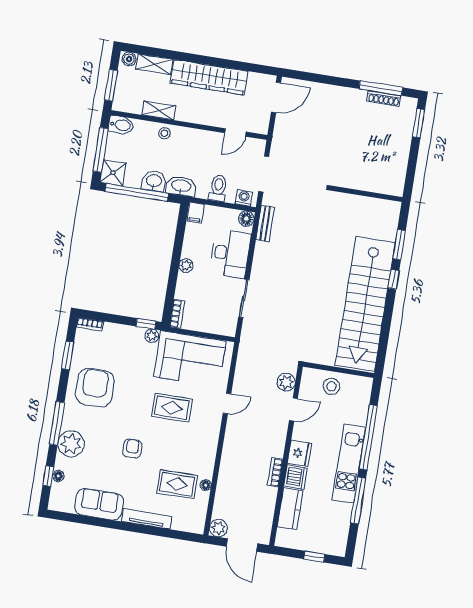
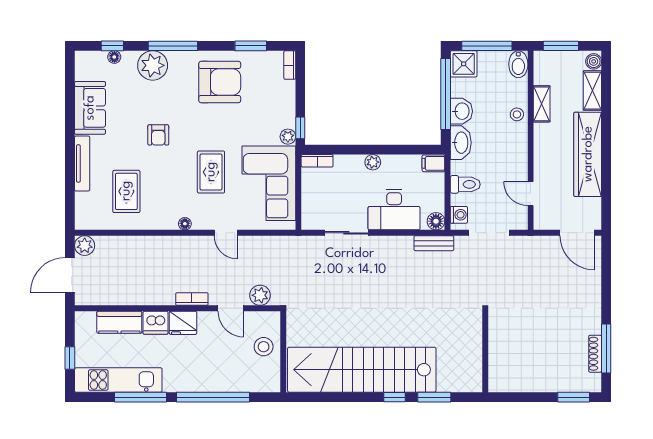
armchair: (132, 449) -> (158, 135), turned 90
kitchen unit: (349, 464) -> (118, 380), moved
bookcase: (275, 472) -> (192, 299), moved
floor lamp: (206, 485) -> (185, 224), moved

